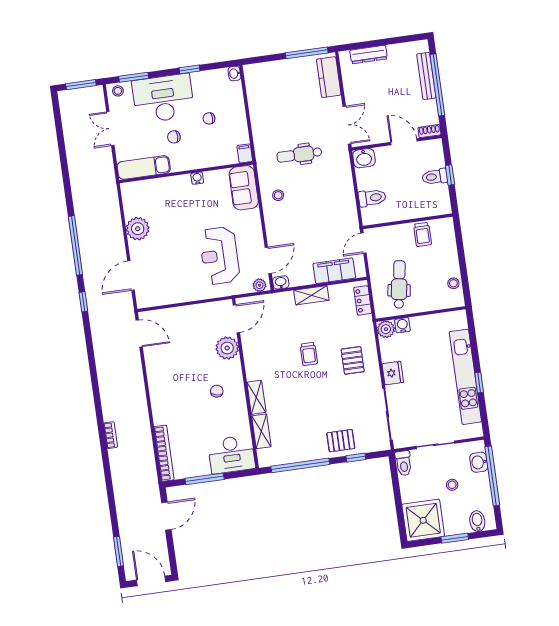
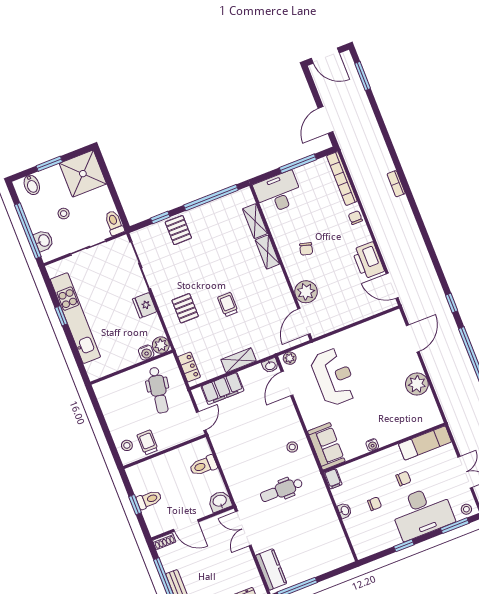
washbasin: (234, 73) -> (345, 511), moved
dental chair: (299, 155) -> (281, 490), turned 180
stool: (453, 283) -> (127, 445), moved
printer: (157, 365) -> (368, 260), added
chair: (160, 411) -> (355, 218), added
pallet: (341, 441) -> (178, 230), turned 90

